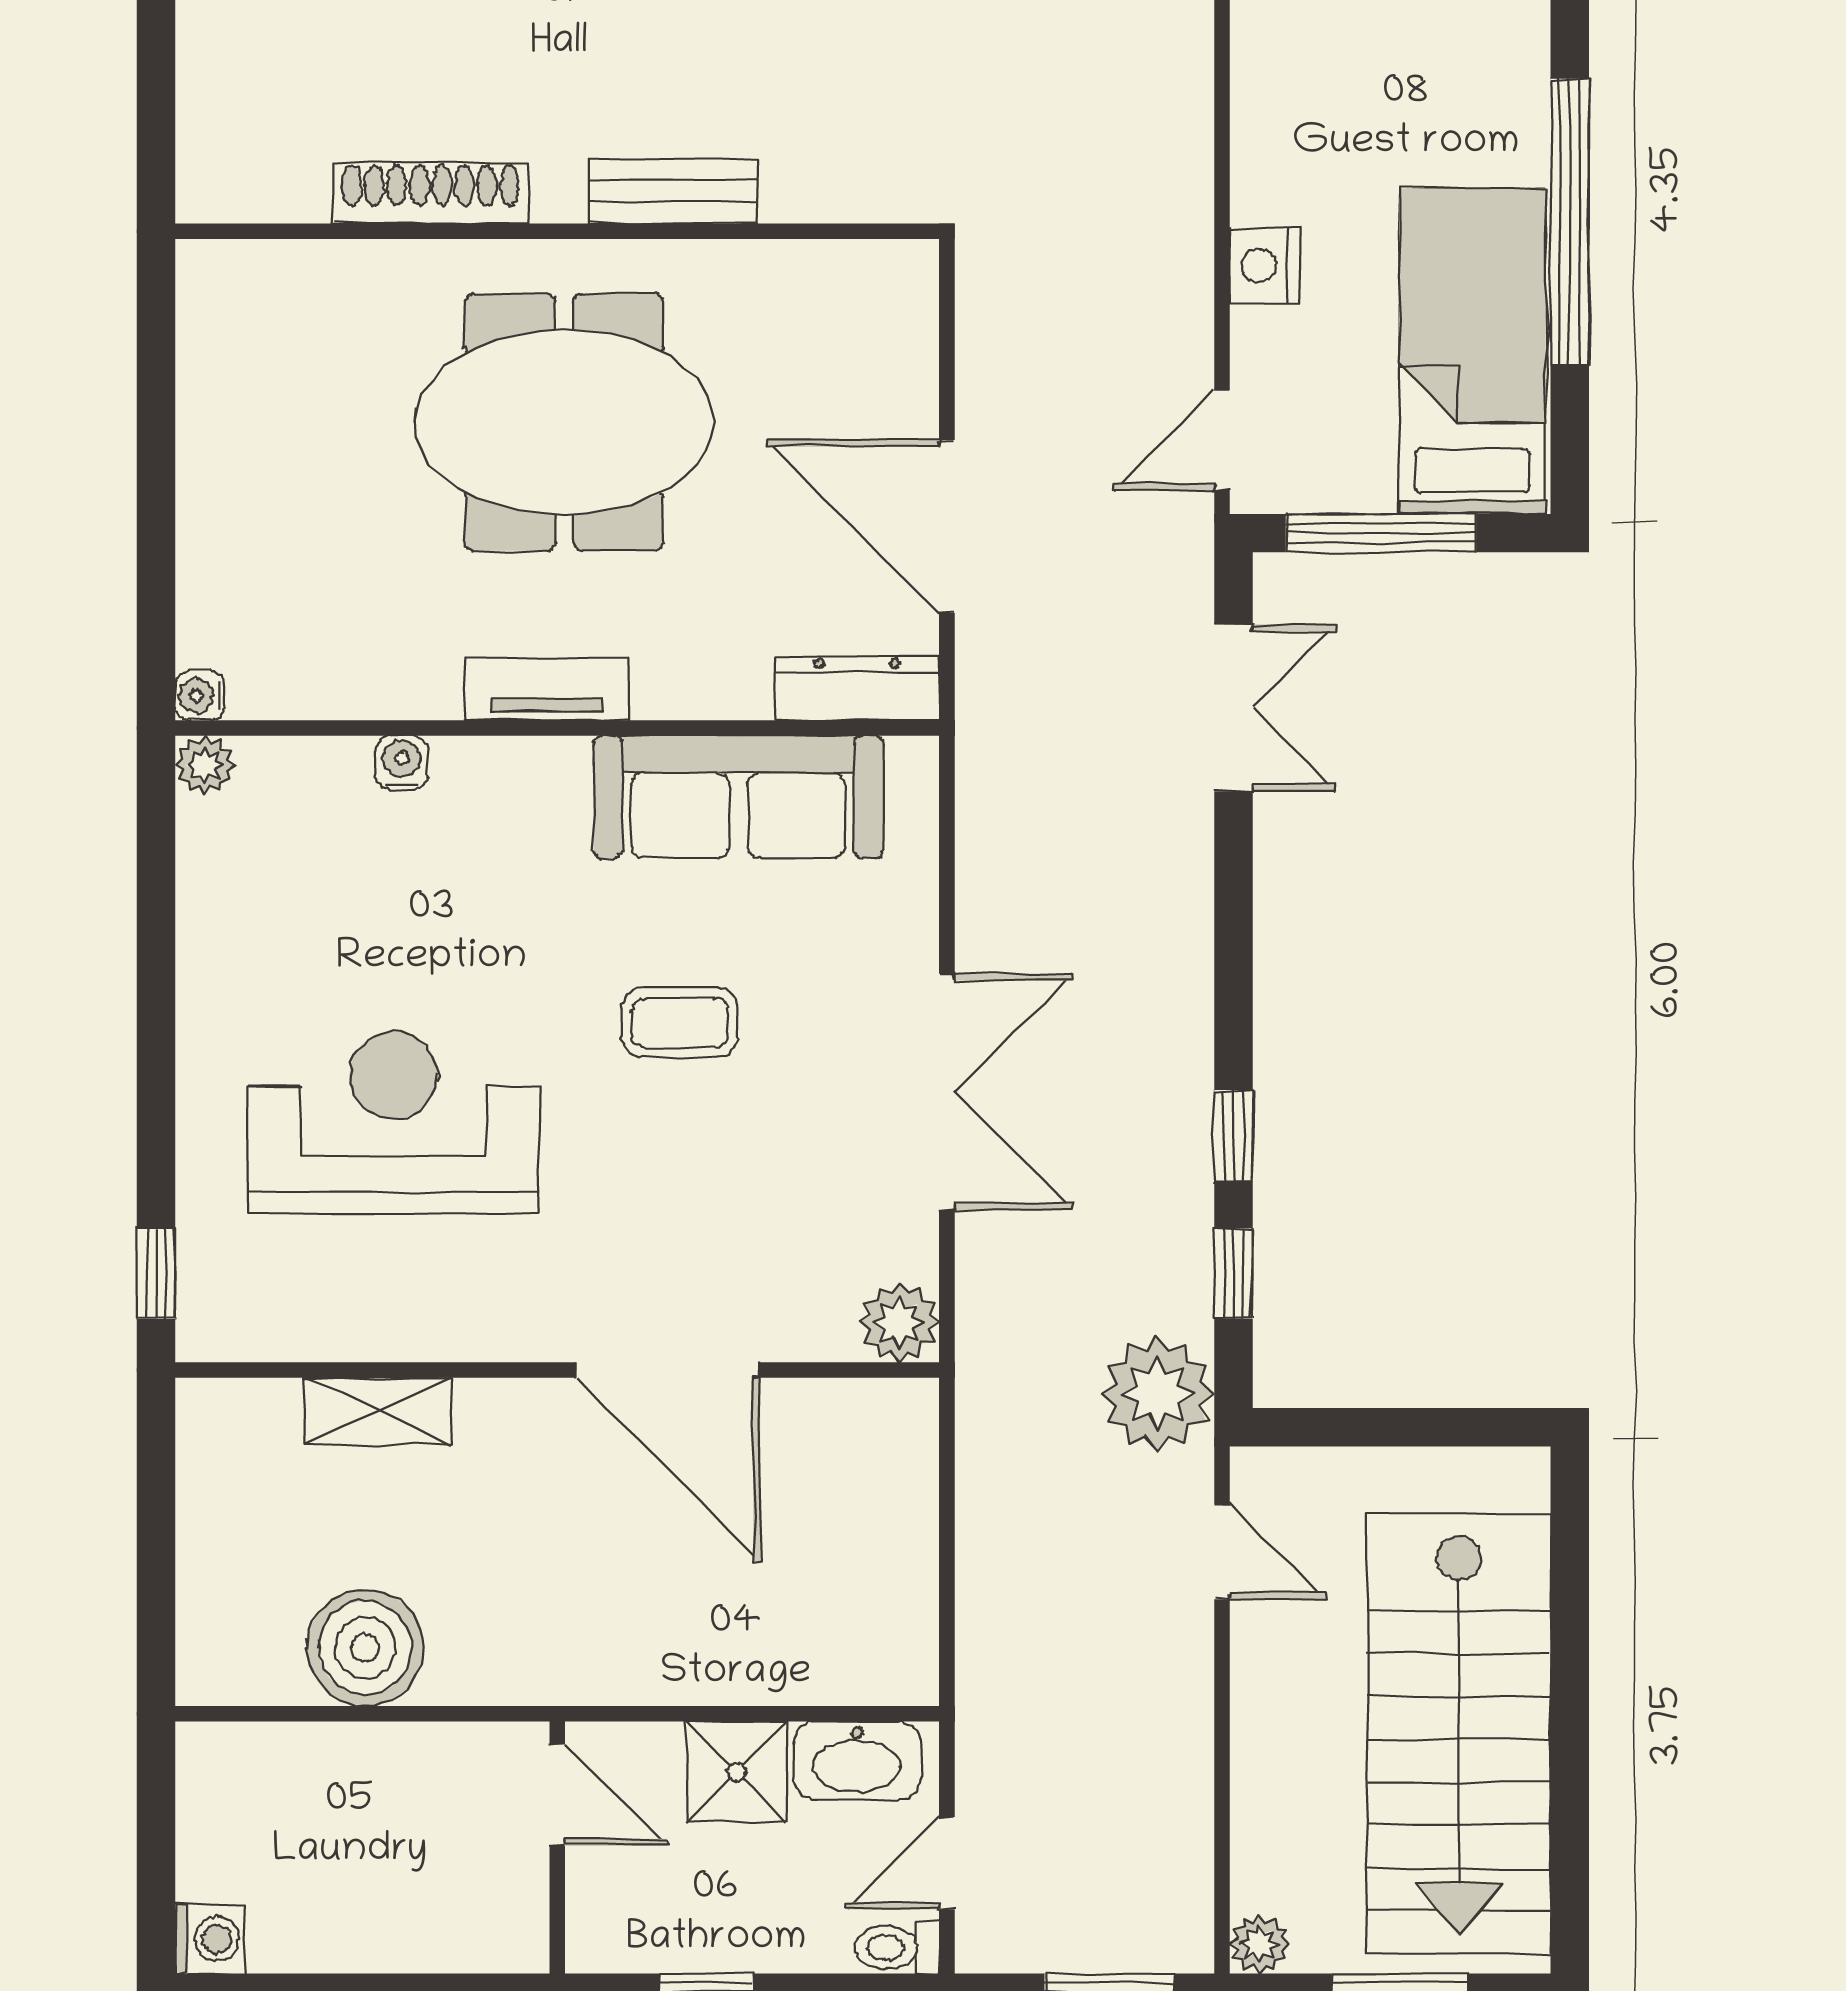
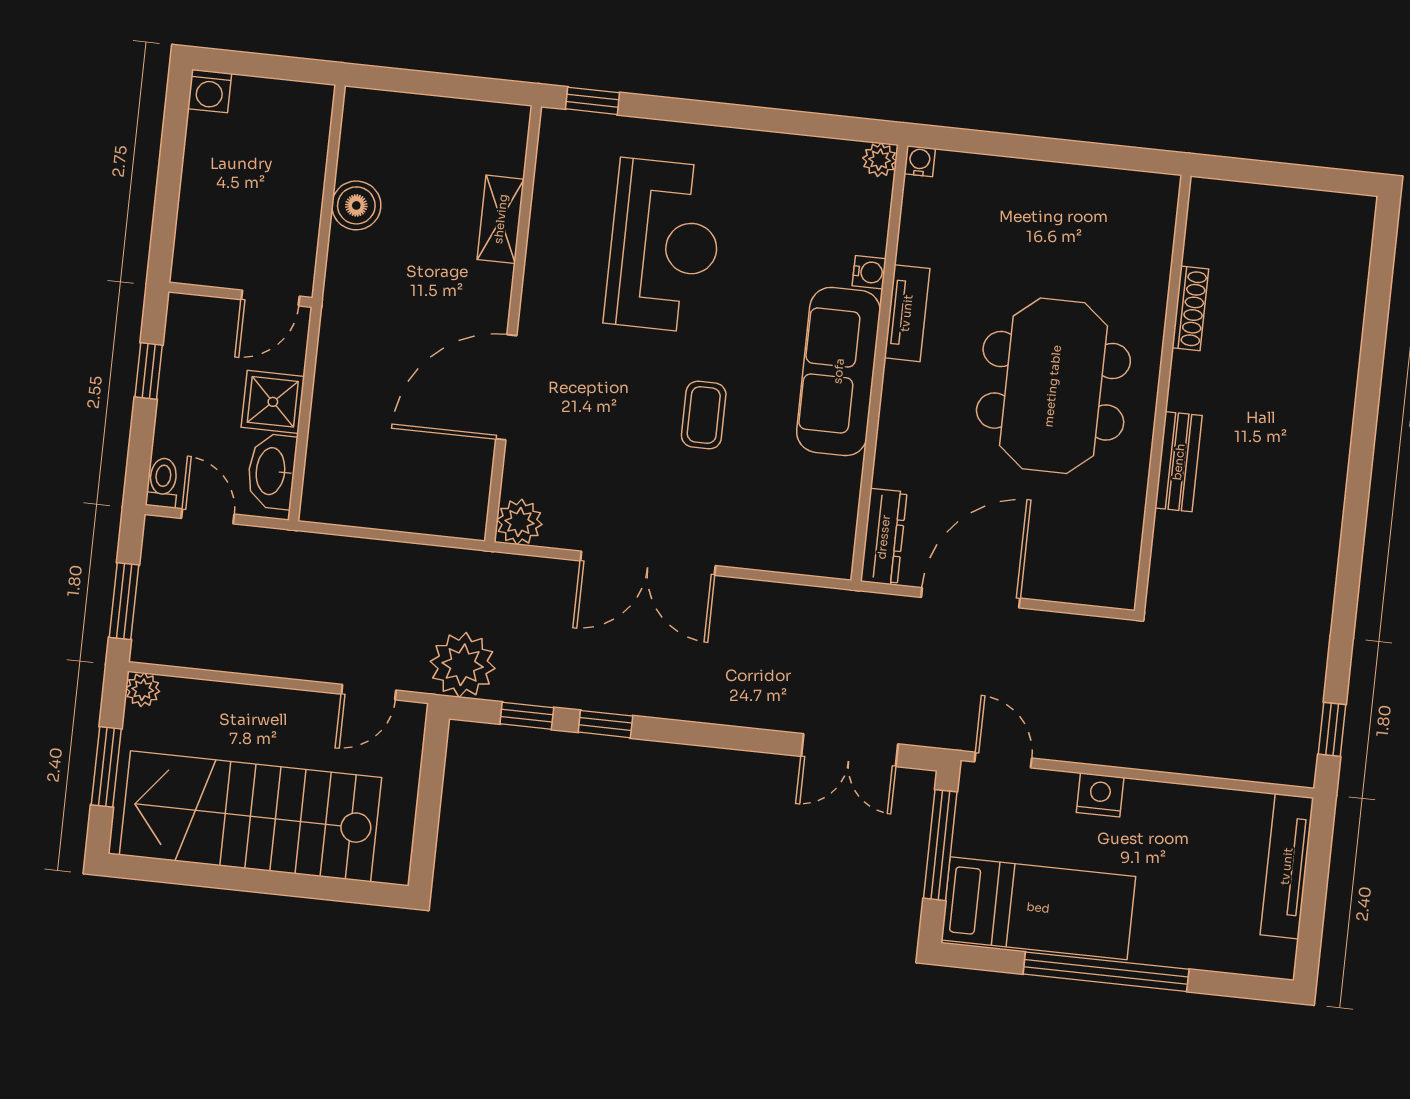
shoe rack: (431, 193) -> (1190, 308), width x0.74, depth x0.81
tv unit: (547, 689) -> (907, 313), moved
sofa: (738, 797) -> (839, 371), moved
boiler: (365, 1648) -> (356, 205), width x0.73, depth x0.73

